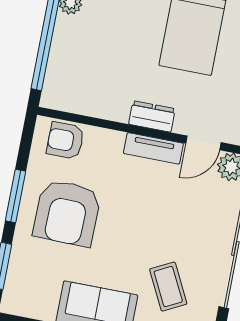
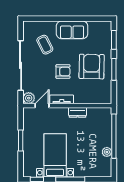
dresser: (152, 116) -> (78, 112), moved
armchair: (65, 141) -> (63, 72), moved

